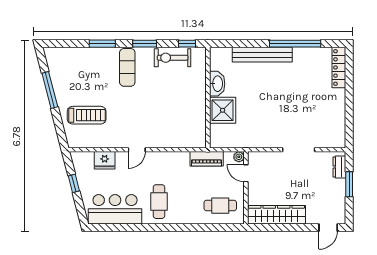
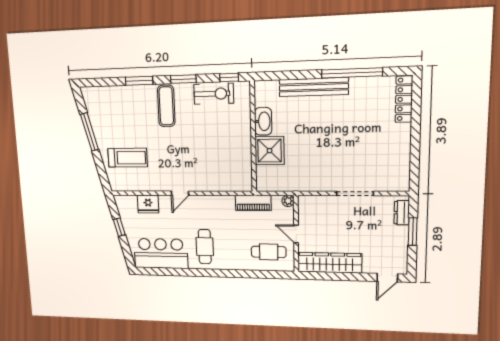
exercise bike: (173, 58) -> (214, 94), turned 180
door: (246, 173) -> (296, 234), moved

